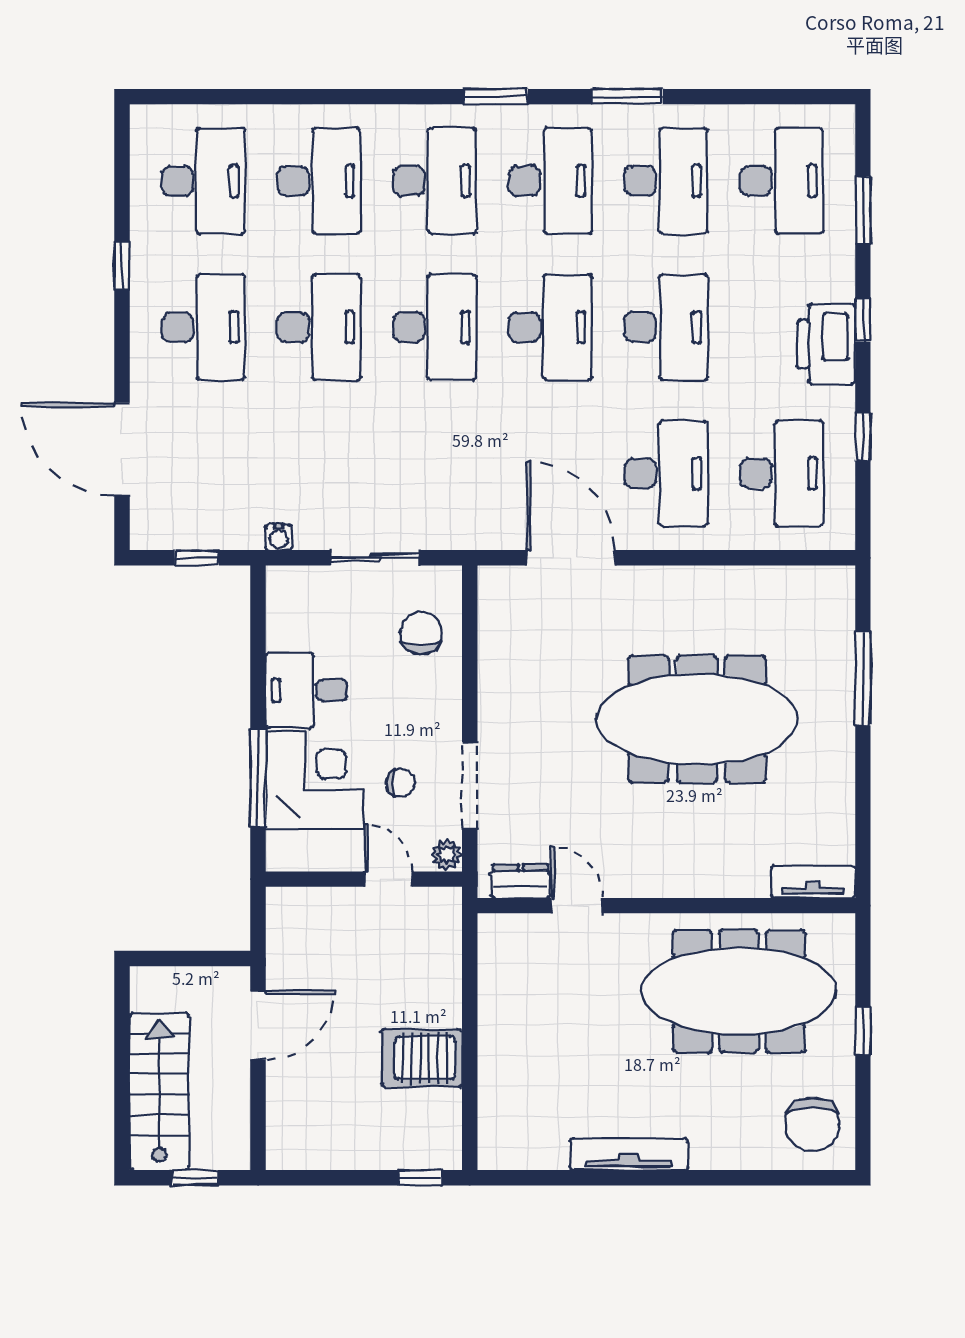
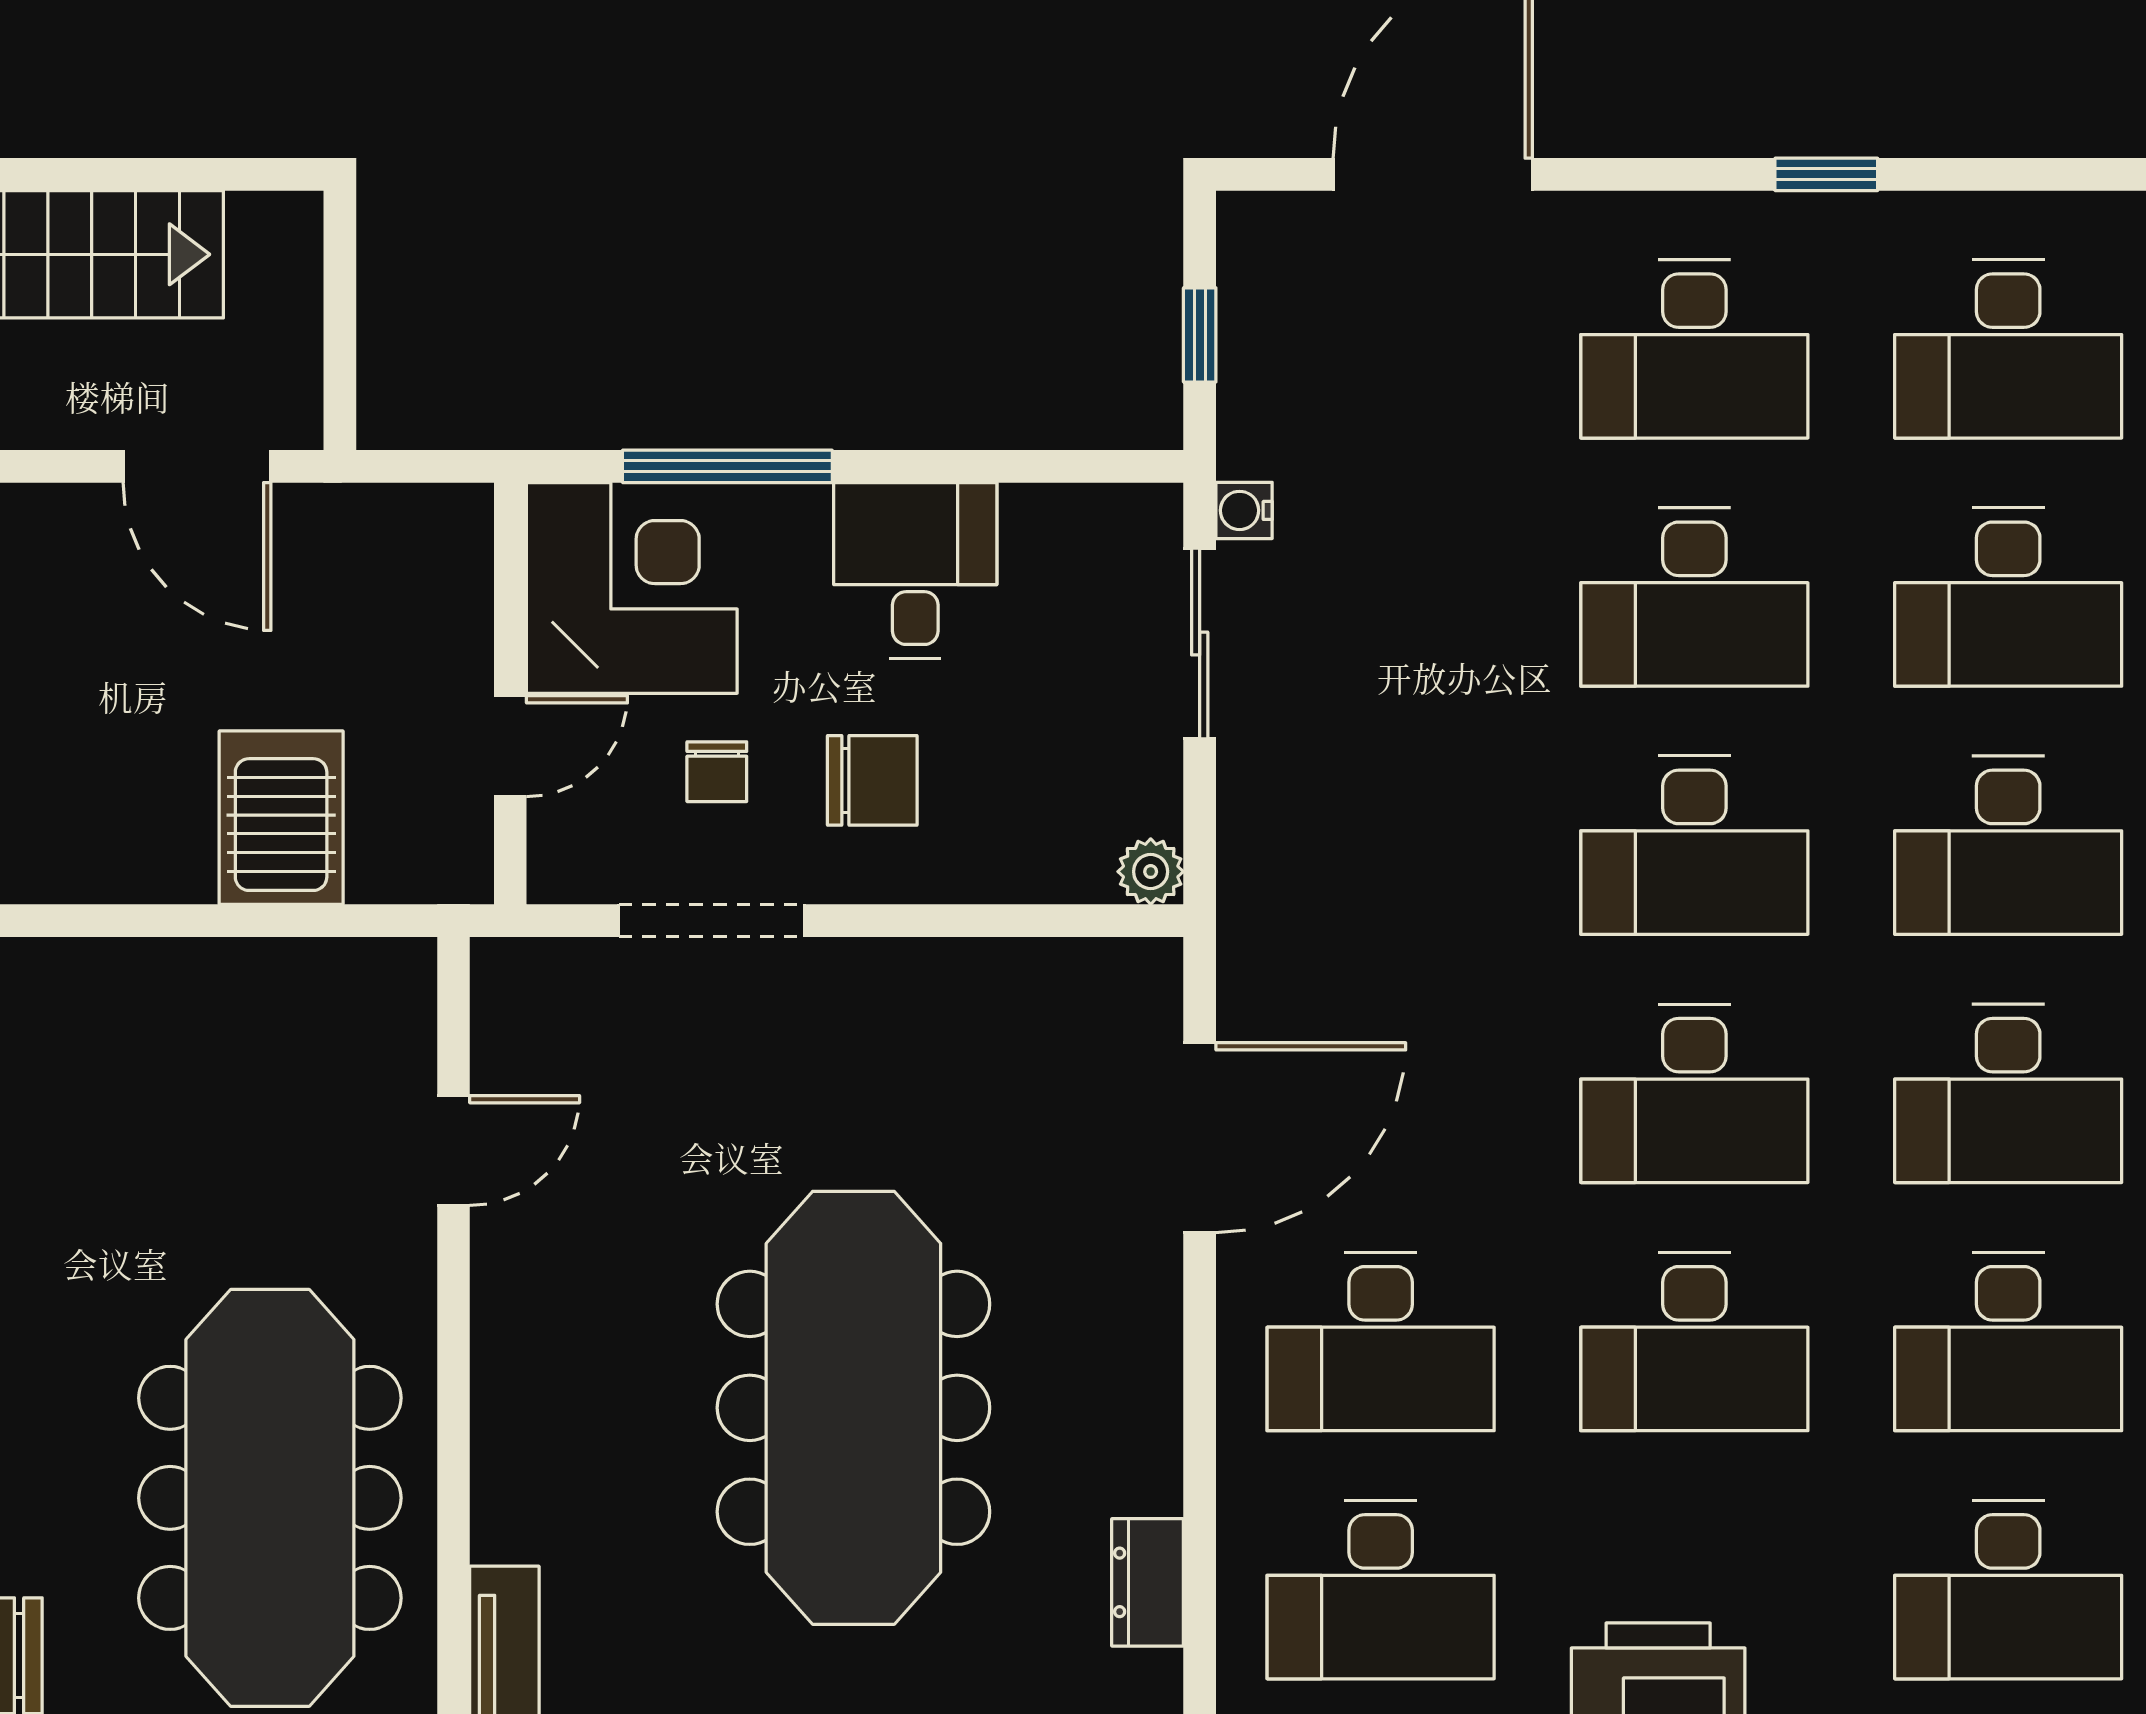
sliding door: (375, 558) -> (1200, 644), moved
chair: (421, 633) -> (872, 780), moved
corner desk: (315, 781) -> (632, 588), moved, turned -90
plant: (447, 855) -> (1151, 872), moved
dresser: (521, 881) -> (1148, 1582), moved, turned 180
server rack: (422, 1058) -> (281, 818), moved

